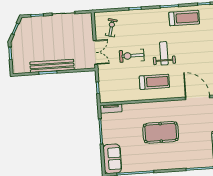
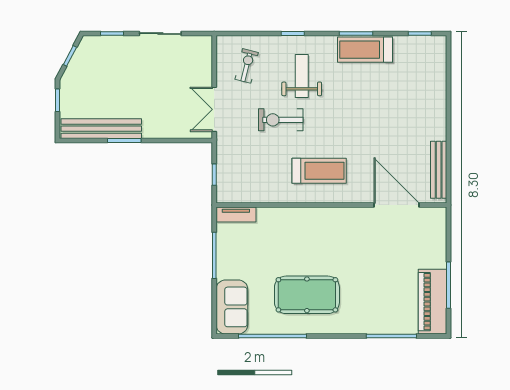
treadmill: (184, 18) -> (365, 50), moved, turned 180
double door: (95, 52) -> (214, 109), swing flipped
weight bench: (164, 53) -> (302, 76), moved
bench: (52, 66) -> (101, 129), moved
pool table: (161, 132) -> (307, 295), moved

